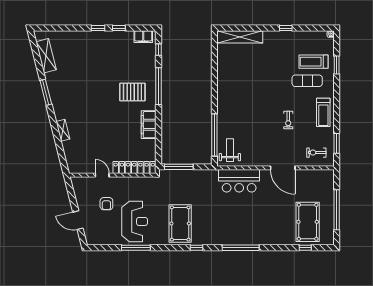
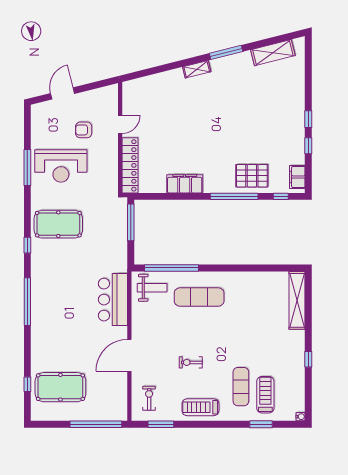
pallet: (132, 92) -> (252, 176), moved, turned 90
exercise mat: (237, 113) -> (199, 297), added
shelving: (63, 130) -> (197, 69), moved
window: (337, 210) -> (96, 424), moved

